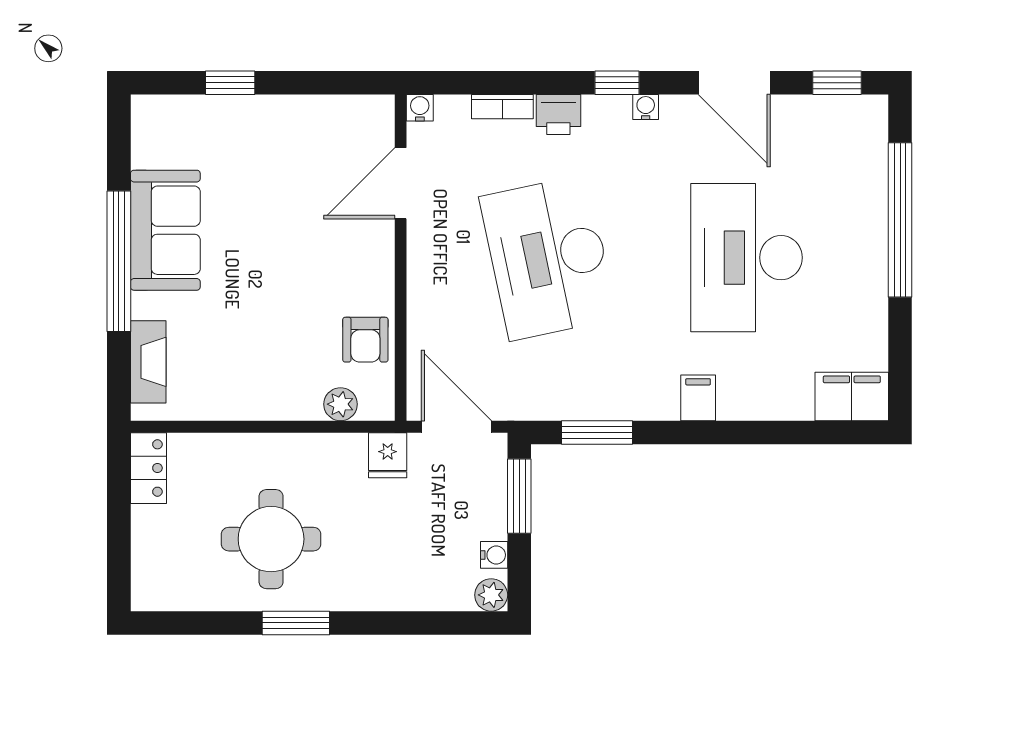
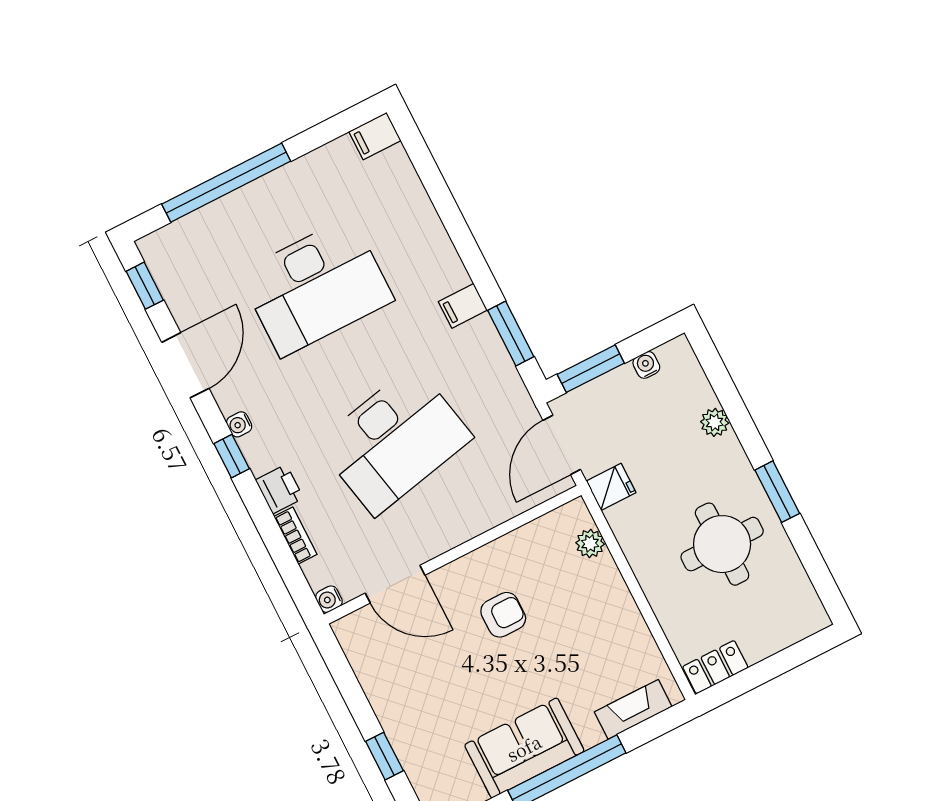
armchair: (365, 340) -> (503, 615), moved
filing cabinet: (852, 396) -> (375, 136), width x0.50
filing cabinet: (698, 398) -> (463, 306), moved
plant: (491, 595) -> (715, 422), moved

